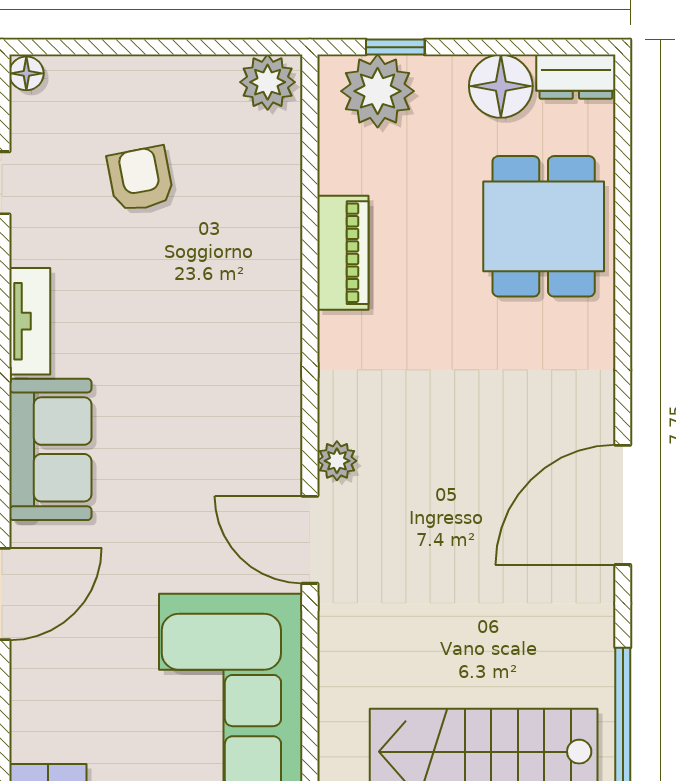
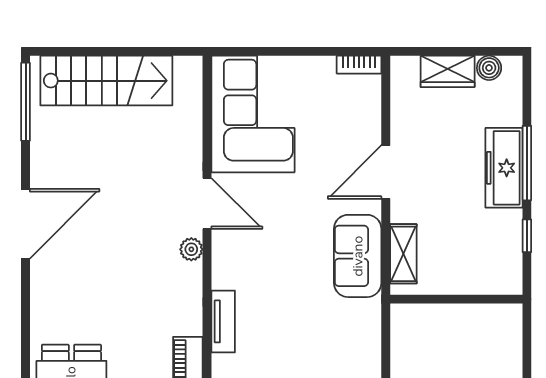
tv unit: (30, 321) -> (223, 321), moved, turned 180

